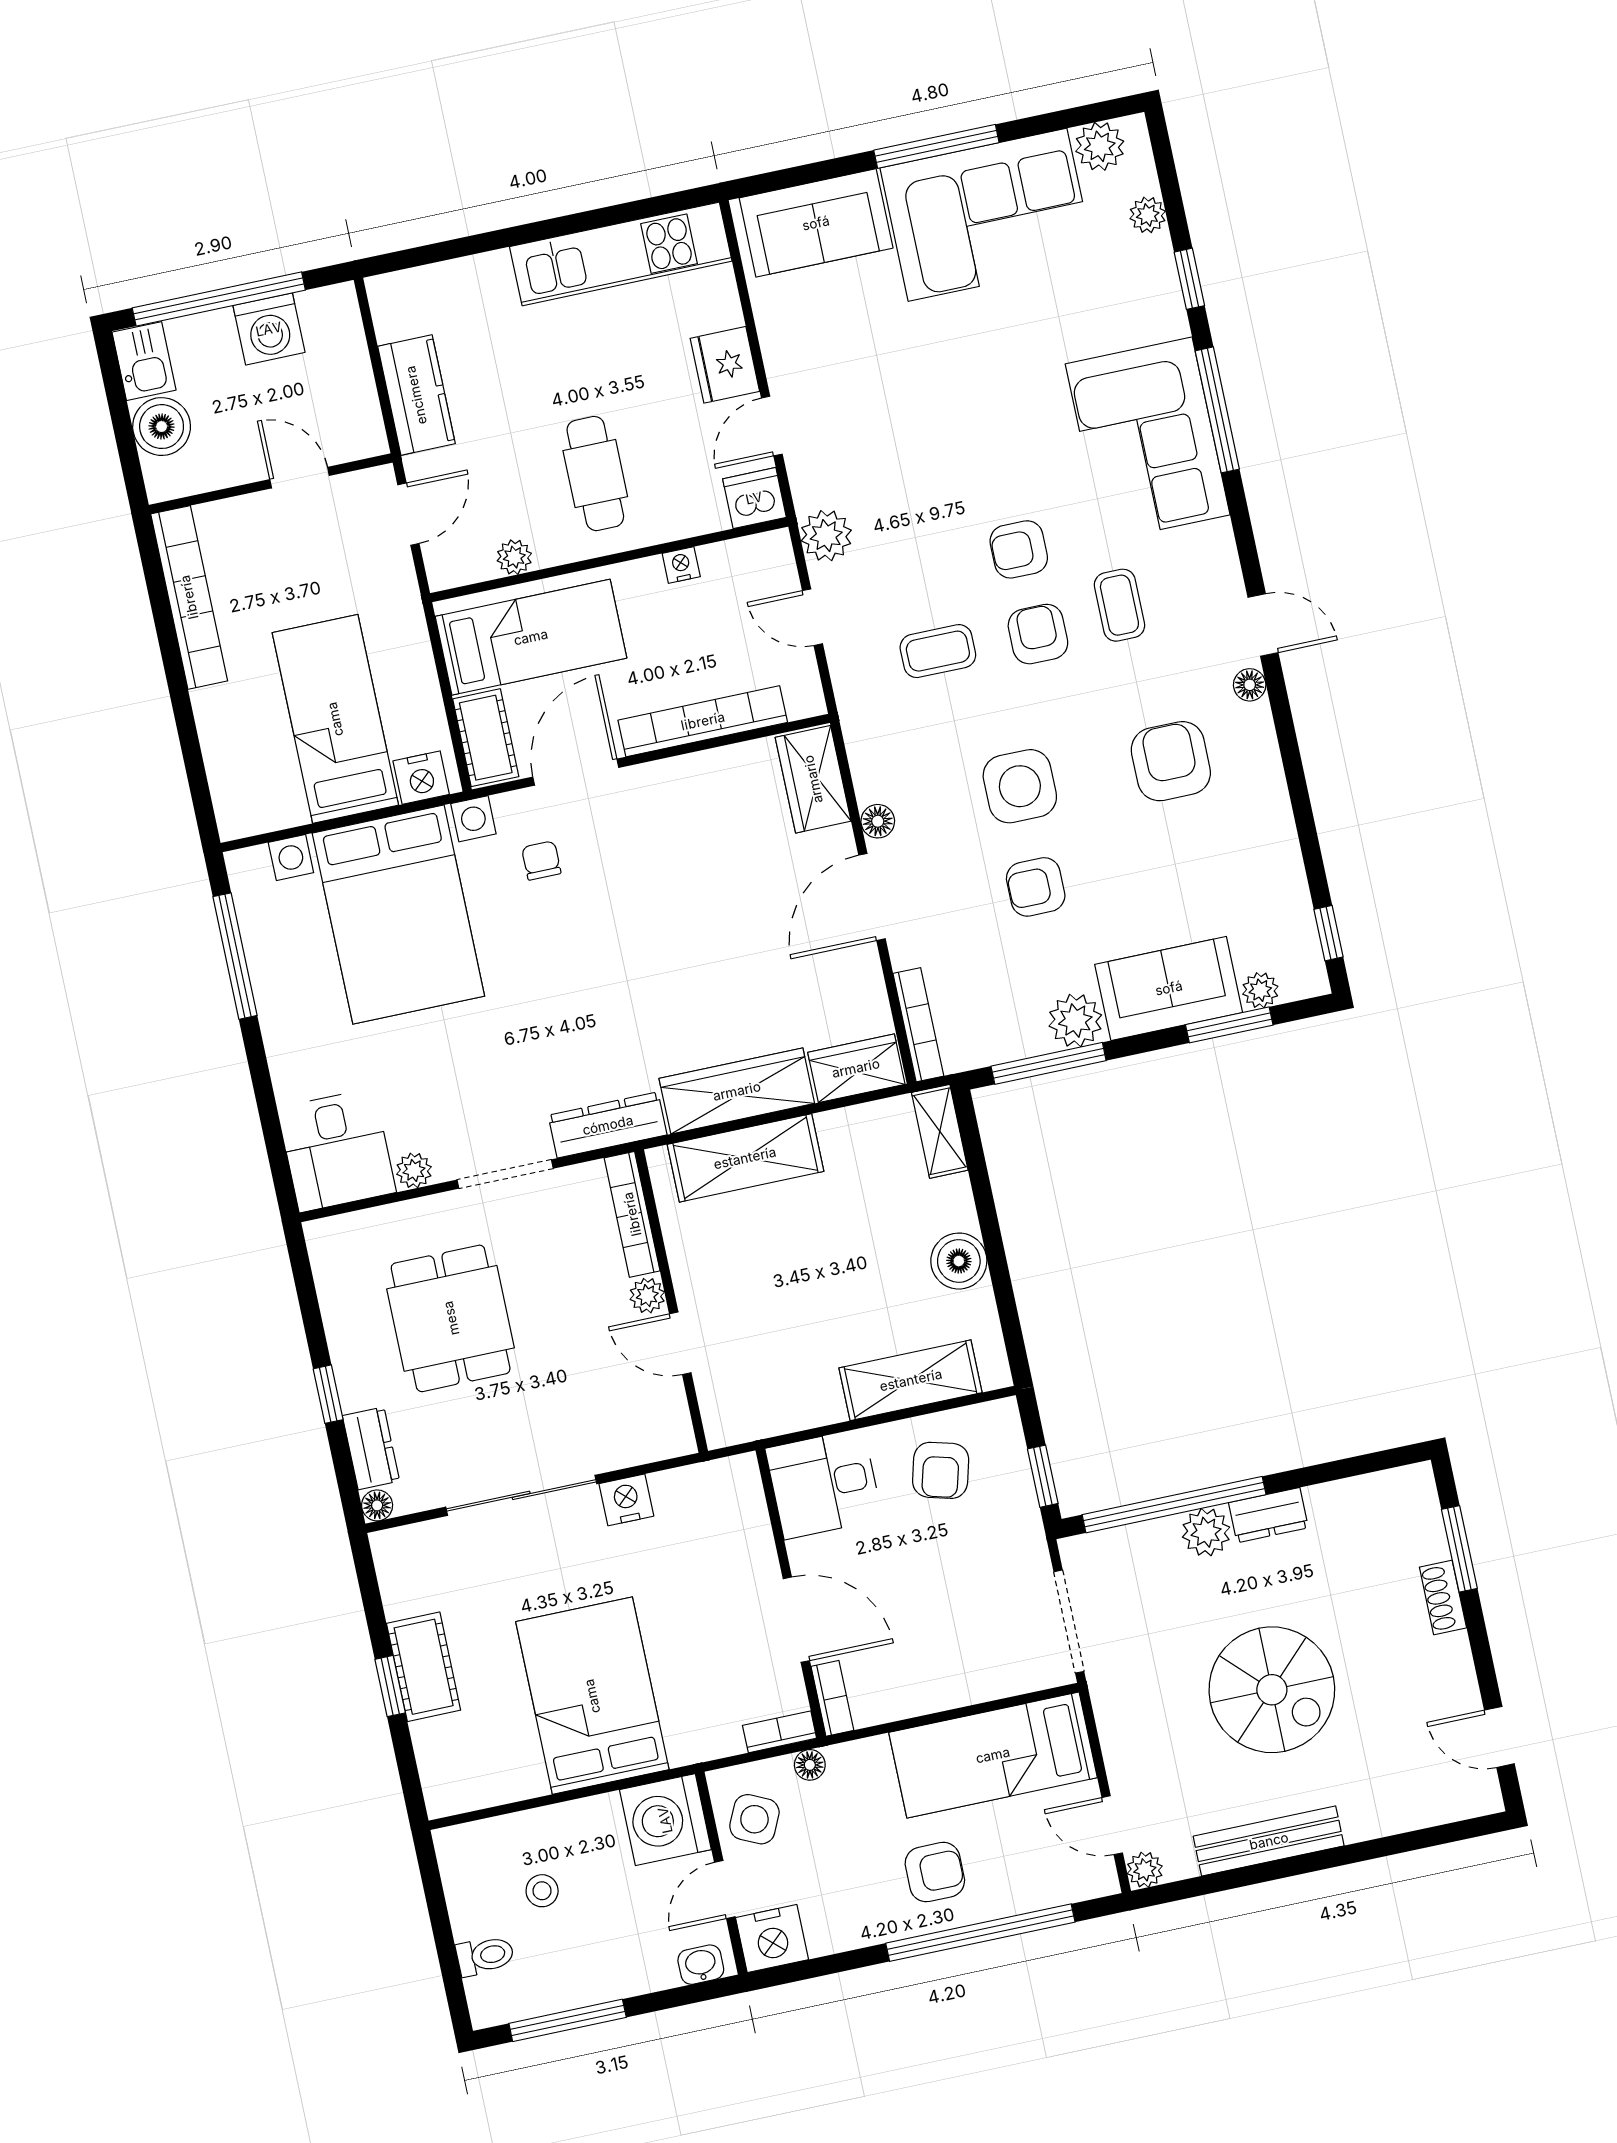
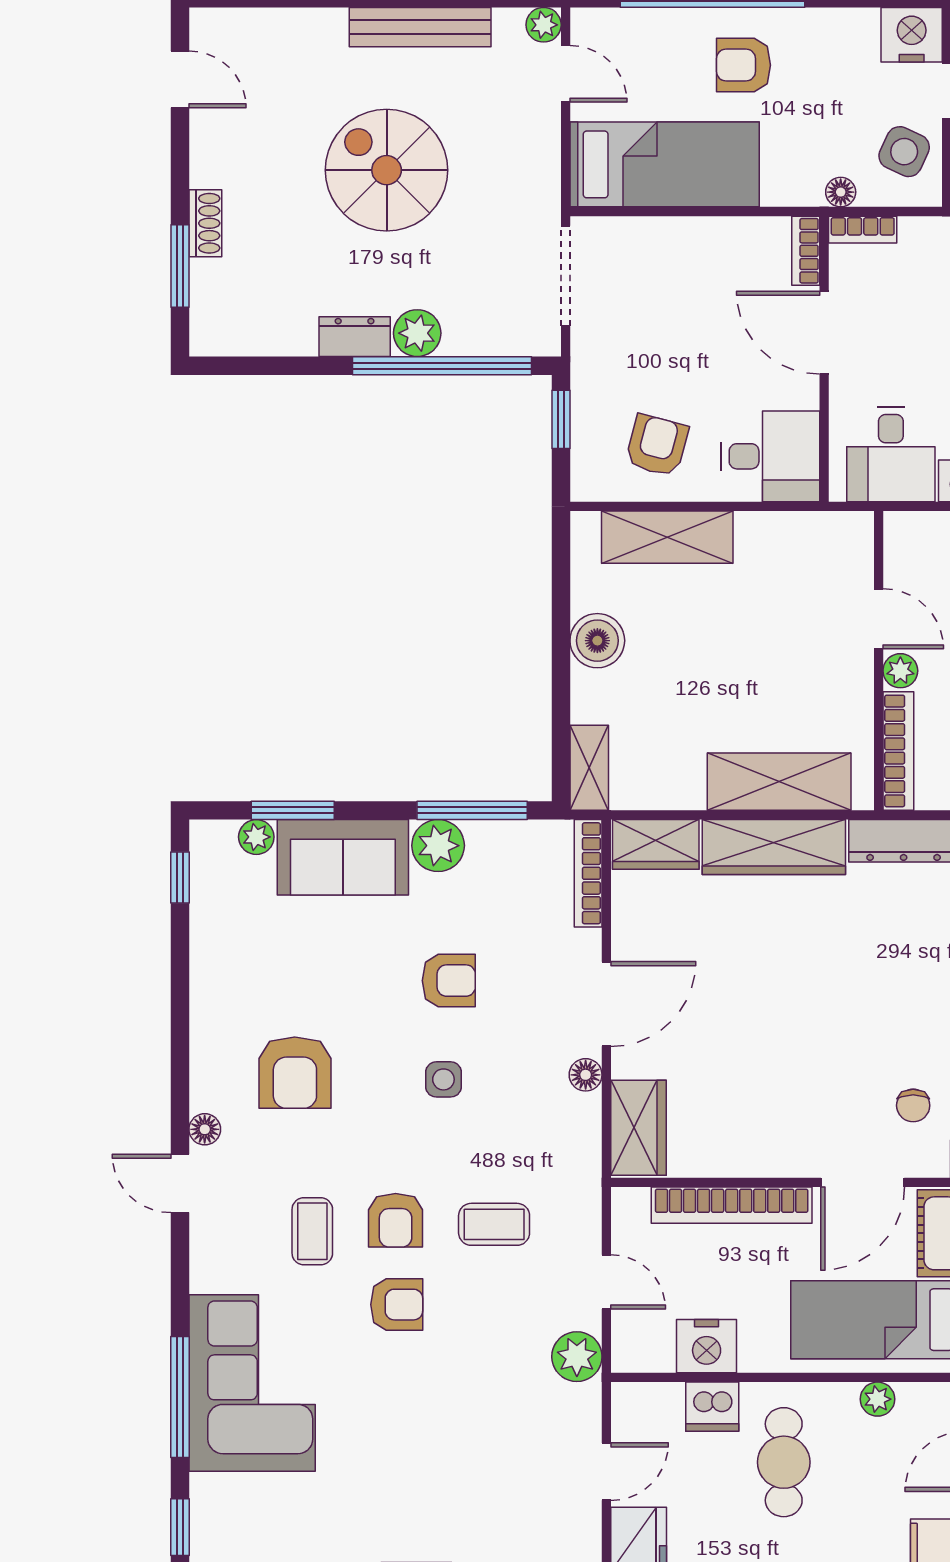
dishwasher: (754, 498) -> (712, 1407), moved
nightstand: (681, 565) -> (707, 1346), width x1.89, depth x1.79
side table: (1020, 786) -> (443, 1079), width x0.54, depth x0.54
desk: (703, 1512) -> (891, 454), added

